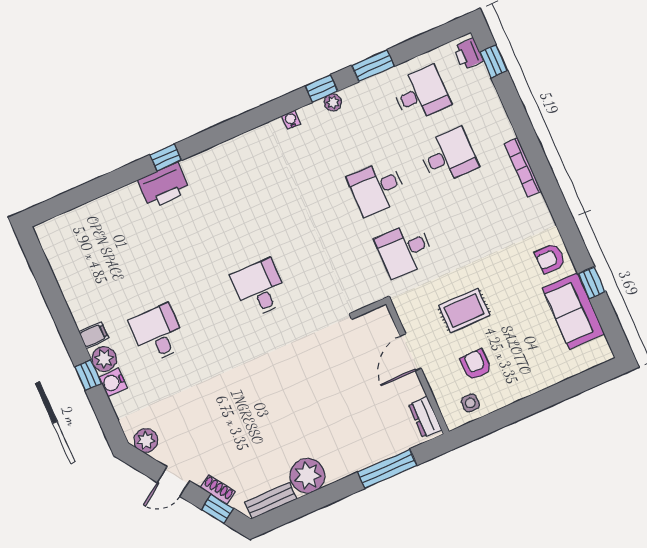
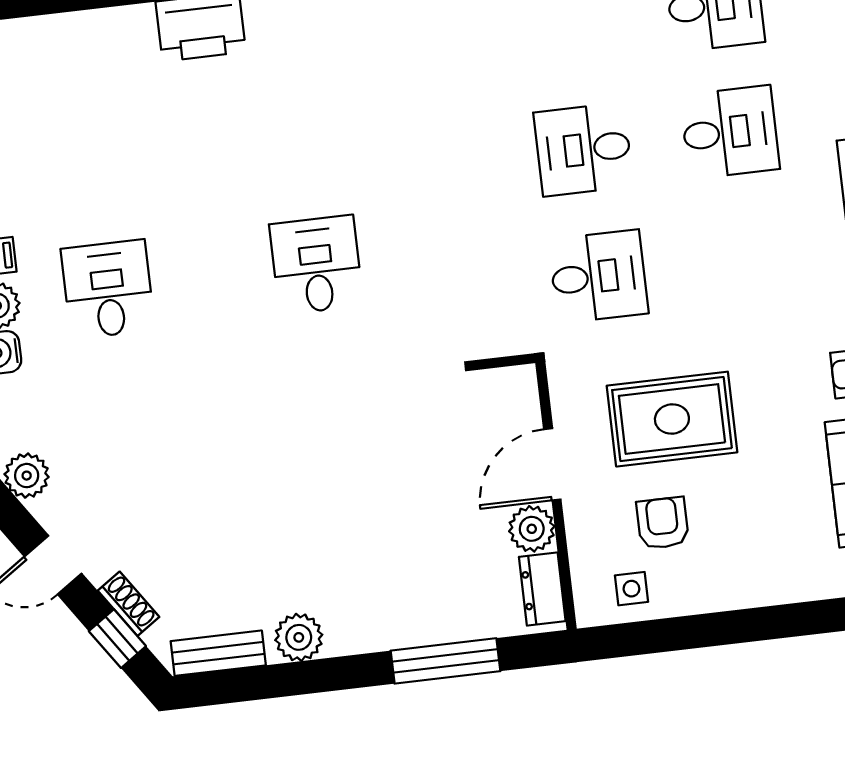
desk: (405, 250) -> (598, 277), turned 180
rug: (464, 311) -> (672, 419), width x1.36, depth x1.43
plant: (410, 388) -> (532, 529), added
plant: (307, 476) -> (299, 637), width x0.73, depth x0.73

